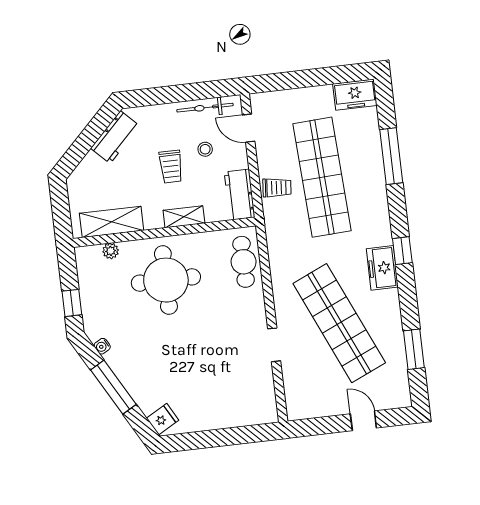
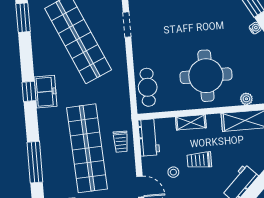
trolley: (171, 167) -> (199, 160), turned -90
trolley: (277, 188) -> (121, 142), turned -95
freezer: (382, 268) -> (45, 92), moved

